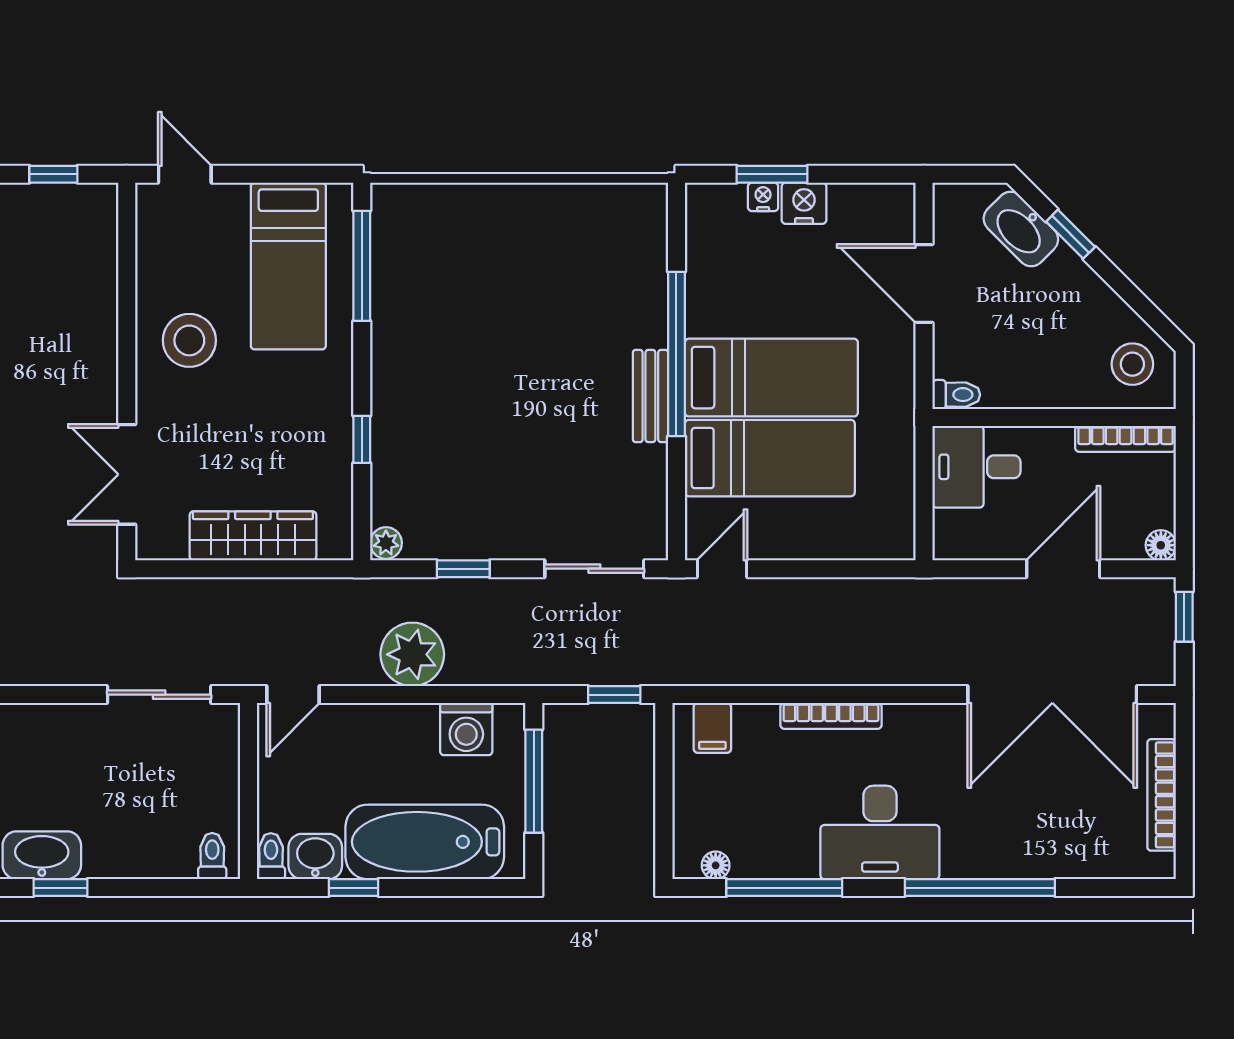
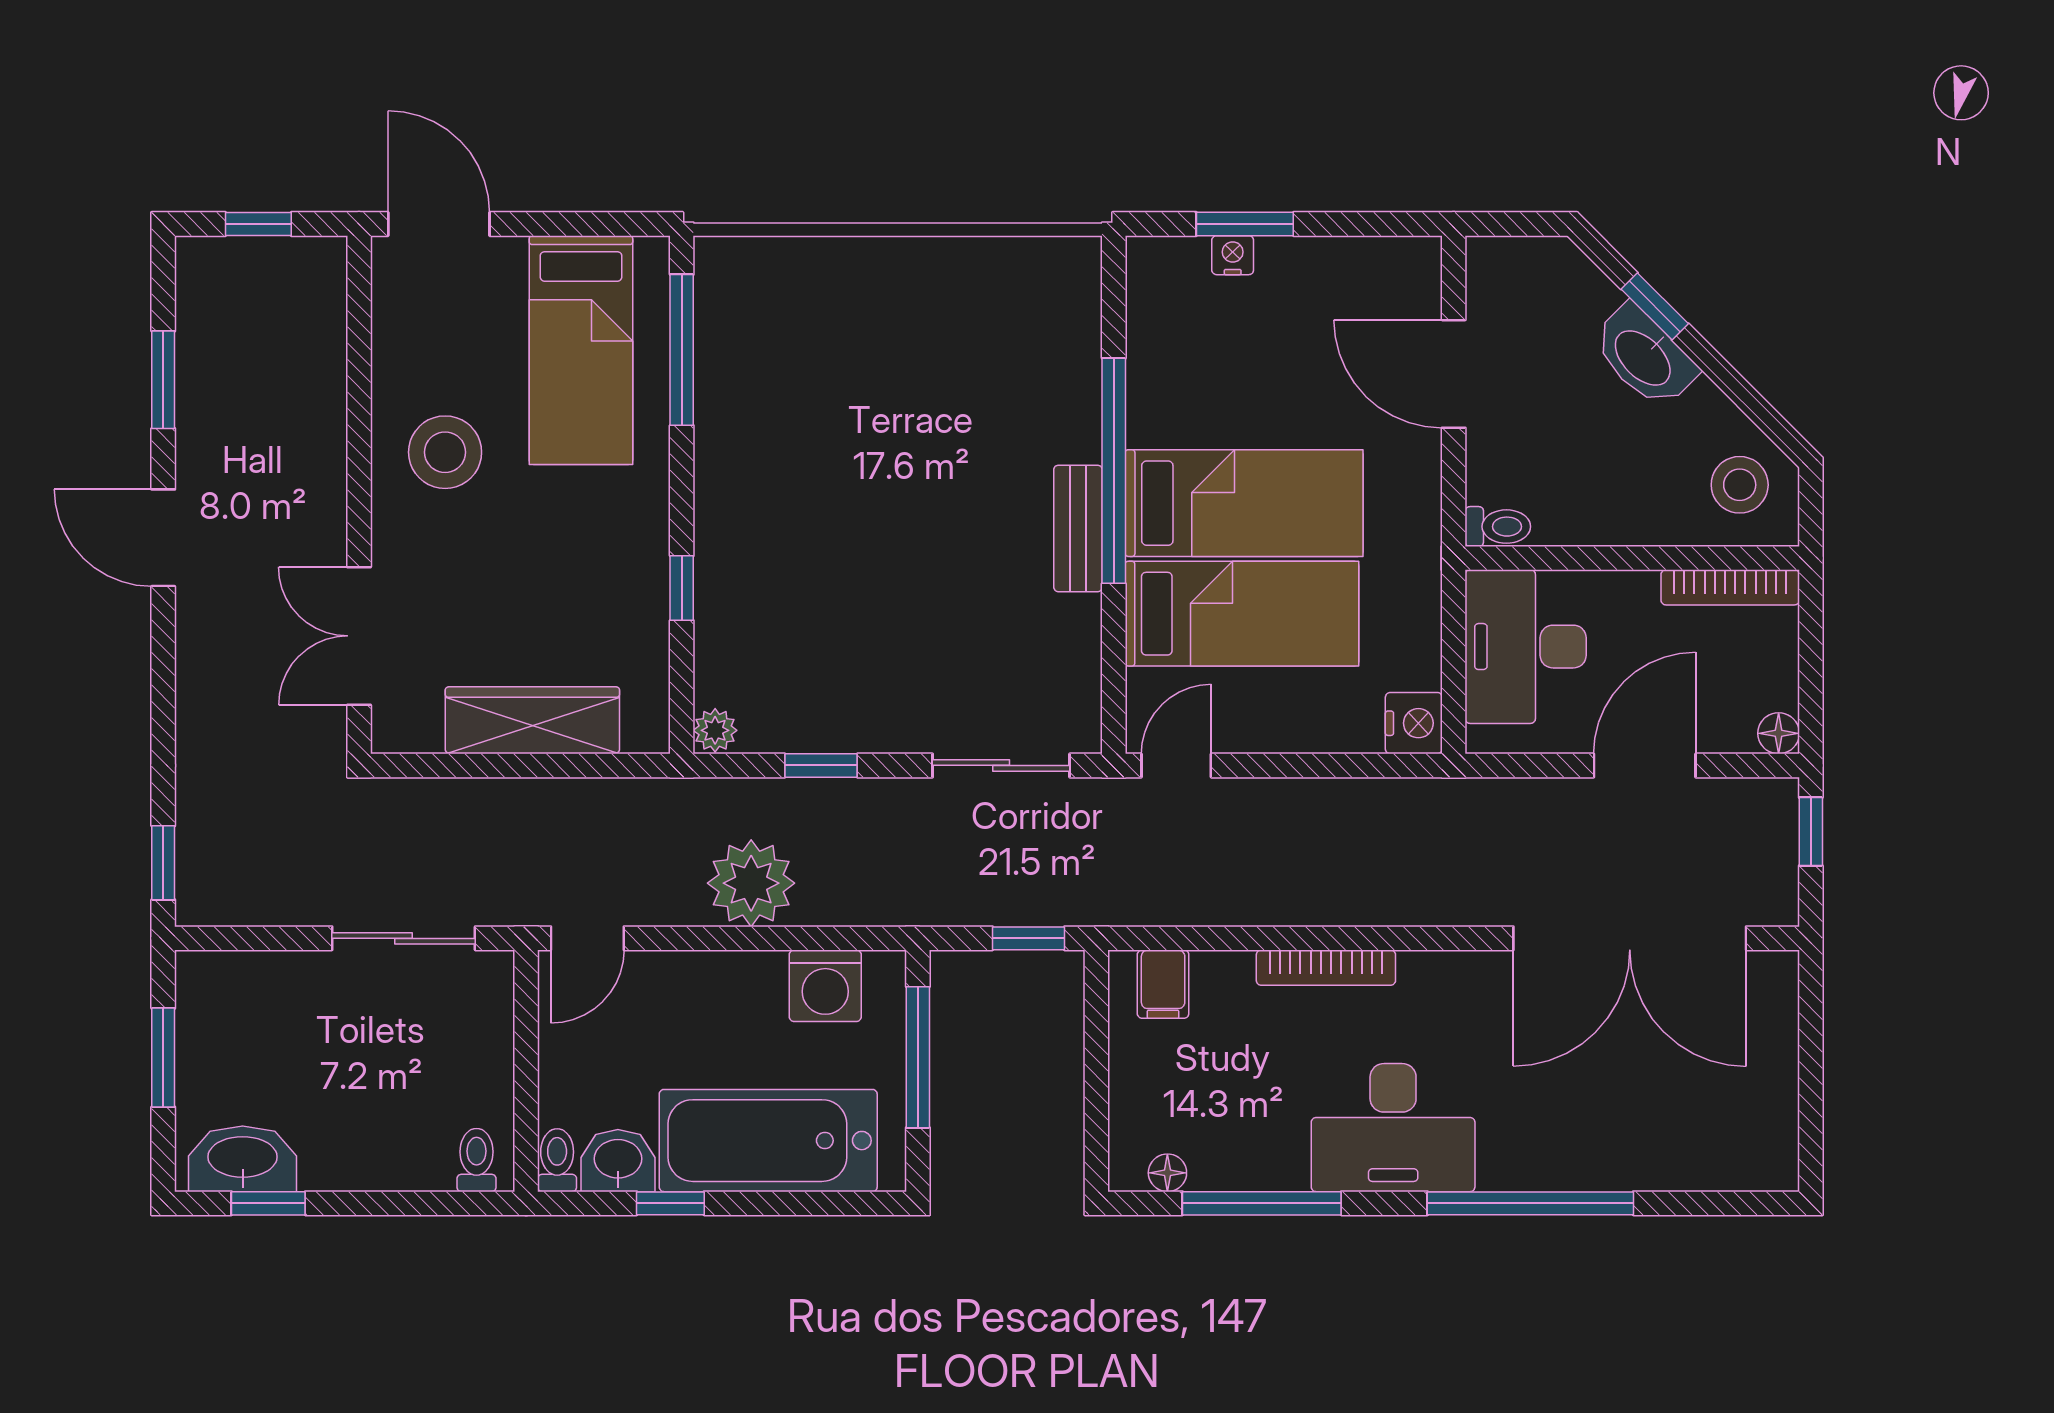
door: (185, 174) -> (439, 224), width x1.38
nightstand: (804, 203) -> (1414, 723), moved, turned 90
washbasin: (1021, 229) -> (1644, 357), moved
desk: (976, 467) -> (1526, 647), width x1.37
bookcase: (1162, 795) -> (1780, 1076), removed

